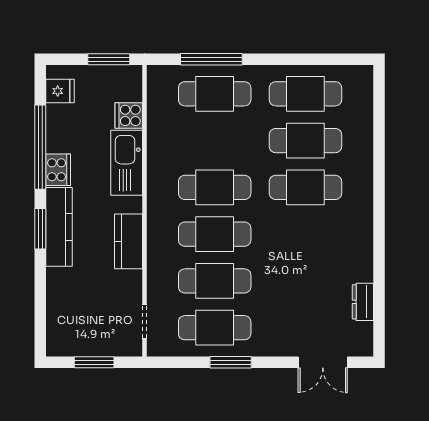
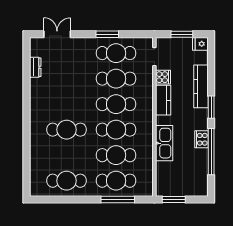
fridge: (60, 91) -> (200, 44), moved
cooker: (129, 115) -> (163, 77), moved
cafe table: (305, 141) -> (116, 155), moved
kitchen counter: (59, 227) -> (201, 86), moved

